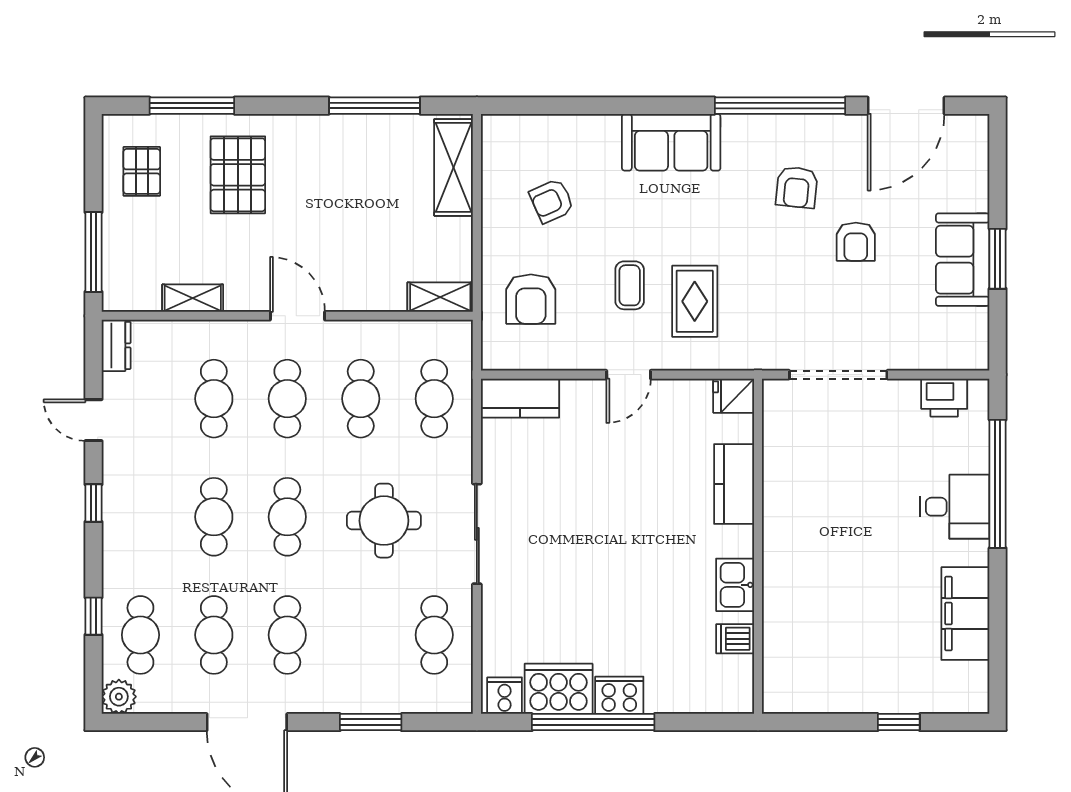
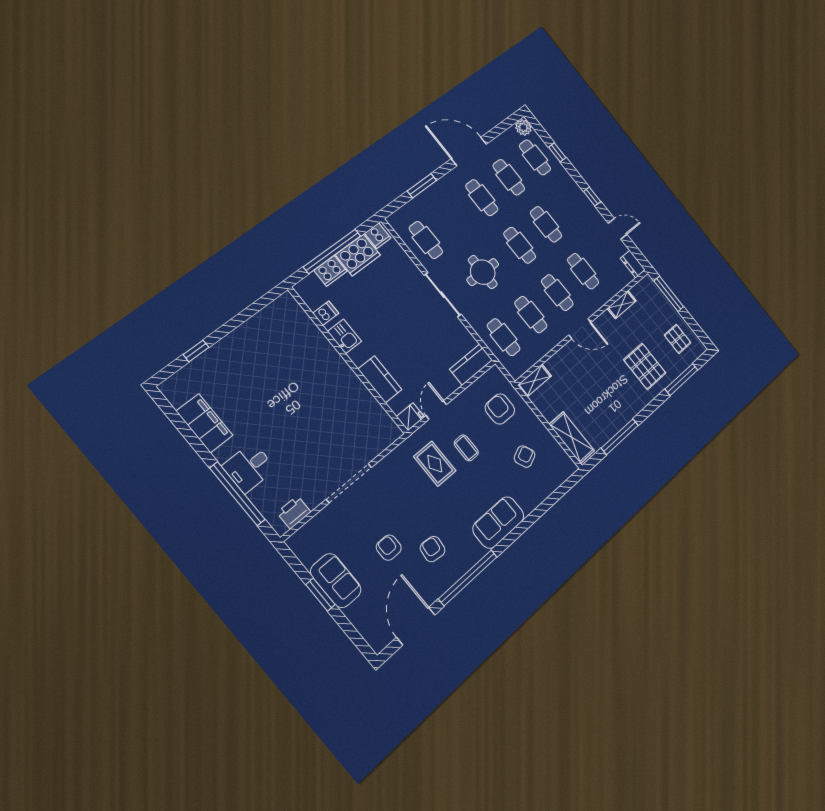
fridge: (734, 396) -> (410, 417), moved
kitchen counter: (734, 484) -> (380, 379), moved
wall: (758, 546) -> (348, 361), moved
kitchen sink: (735, 585) -> (344, 336), moved
dishwasher: (735, 639) -> (326, 313), moved

